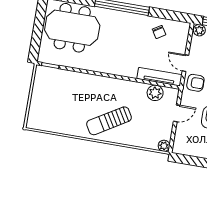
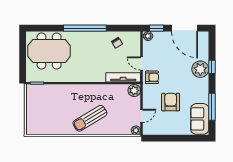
plant: (155, 93) -> (134, 90), moved
door: (177, 113) -> (142, 116), moved

